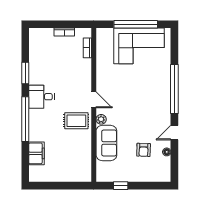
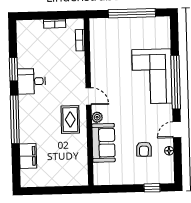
corner sofa: (139, 46) -> (152, 76), moved, turned 90
desk: (42, 97) -> (31, 81), moved
rug: (76, 121) -> (70, 120), turned 90
window: (121, 186) -> (152, 188), moved

